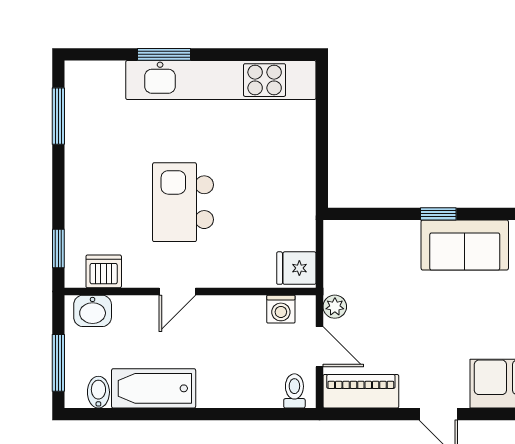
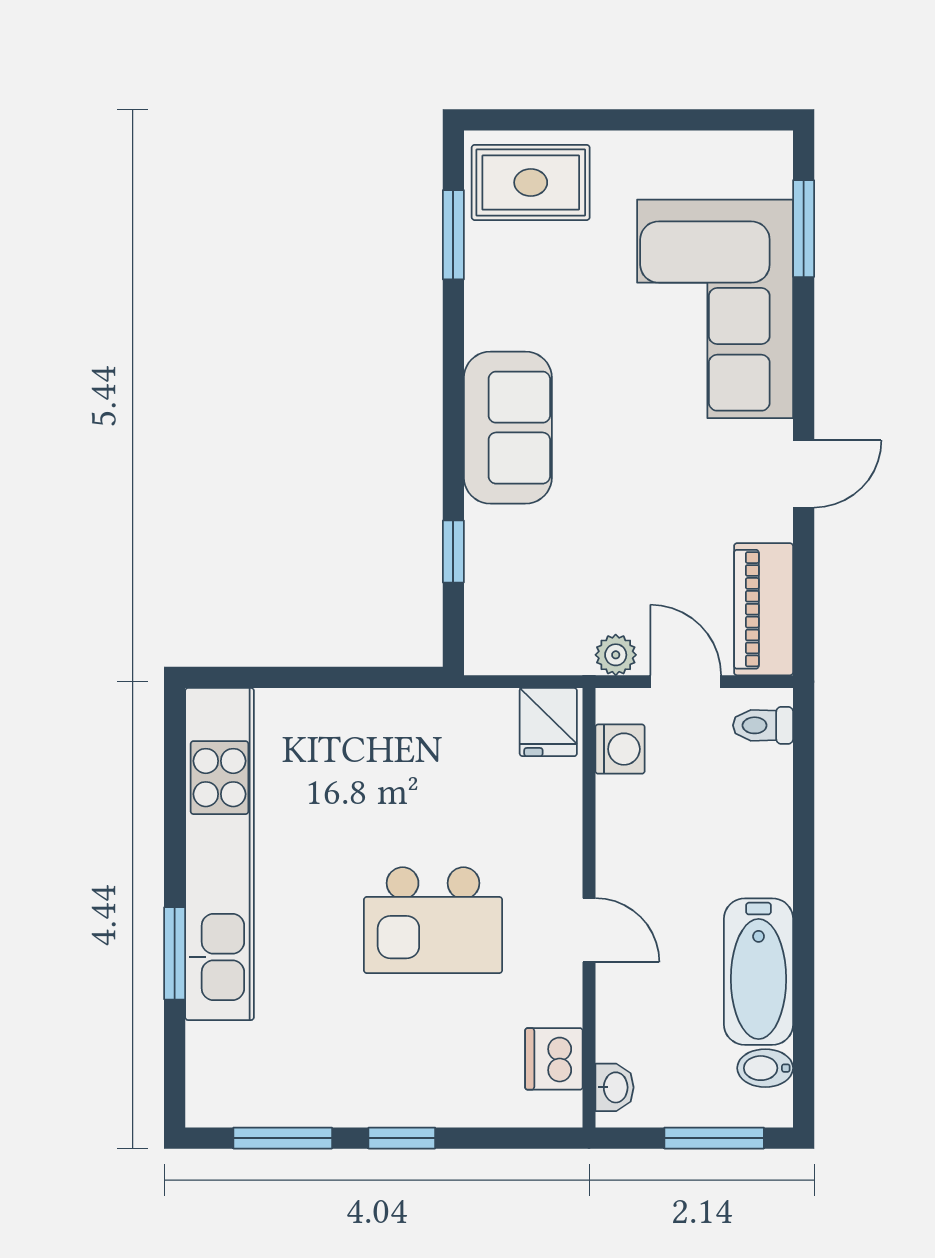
window: (438, 214) -> (453, 552), moved
window: (58, 248) -> (402, 1138), moved
washbasin: (93, 311) -> (614, 1087), width x0.72, depth x0.69
door: (319, 347) -> (686, 682), hinge flipped

